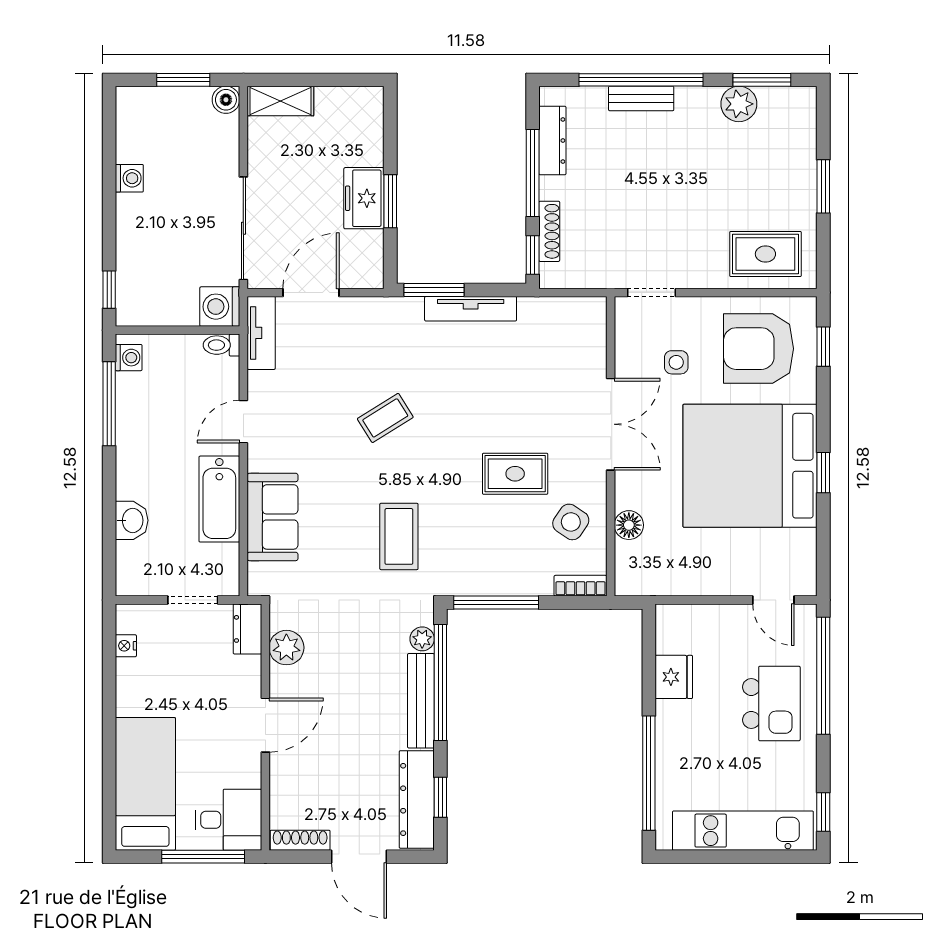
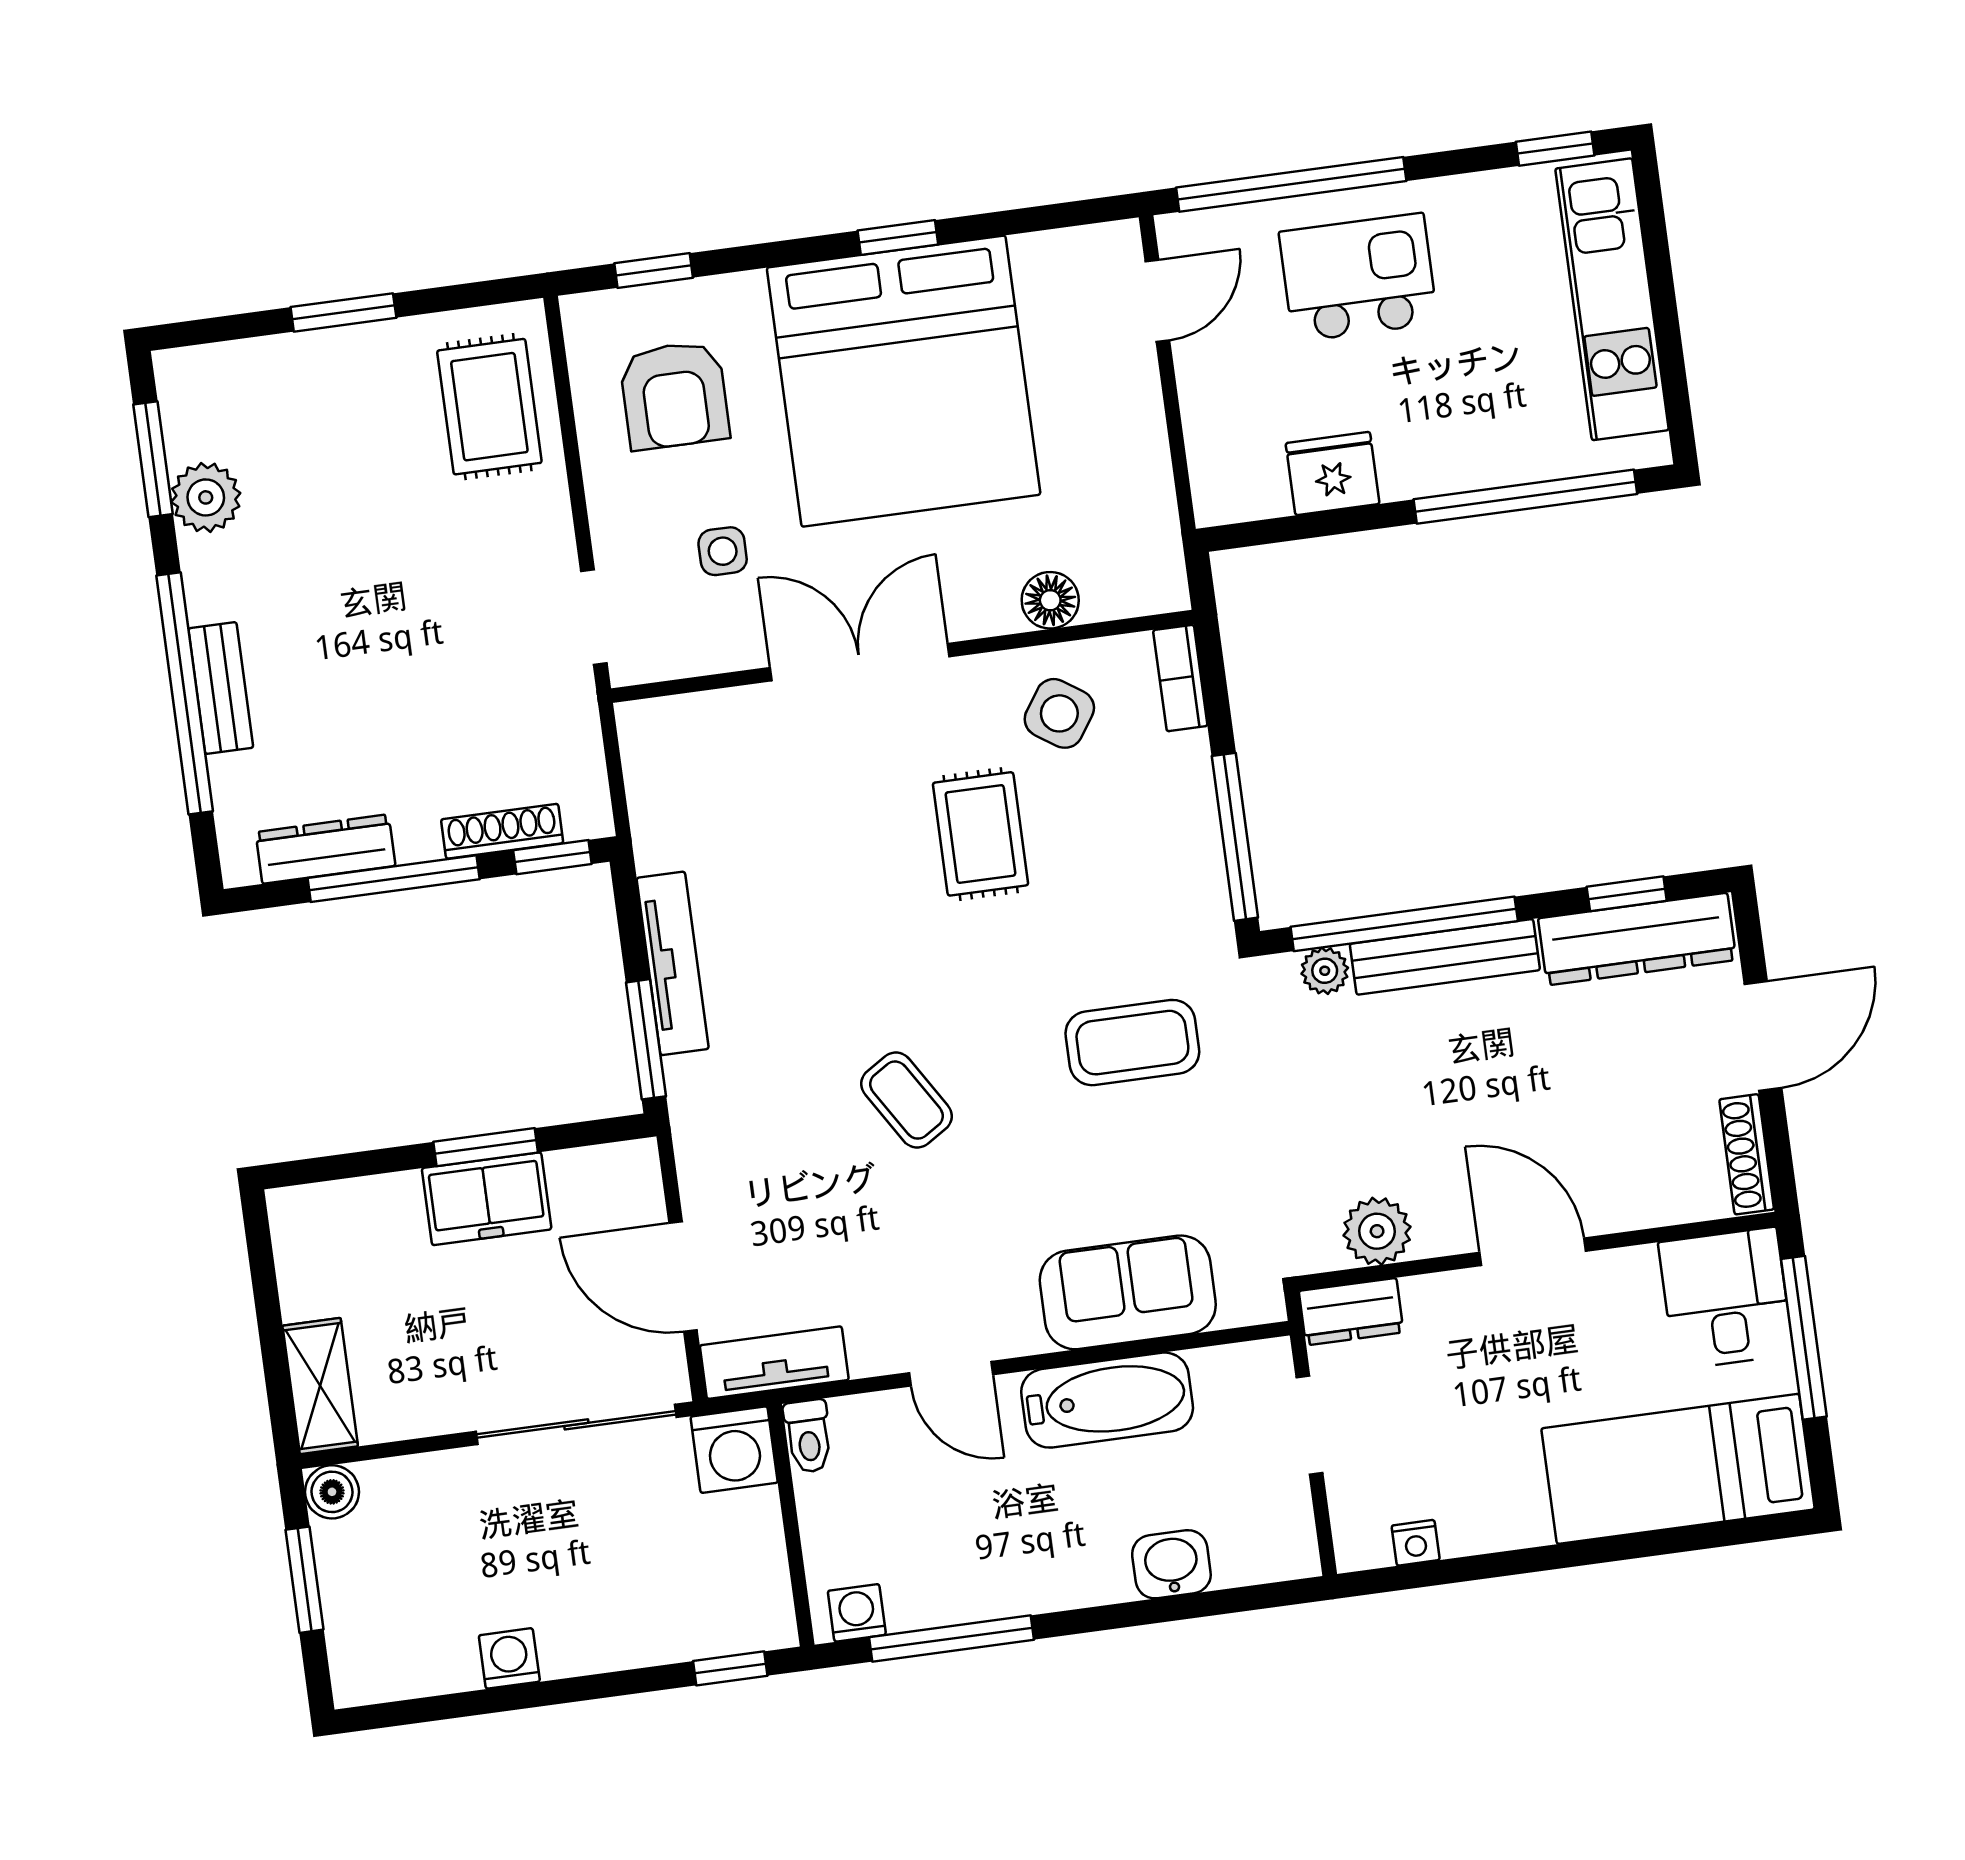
armchair: (759, 349) -> (674, 395), width x0.73, depth x0.73

